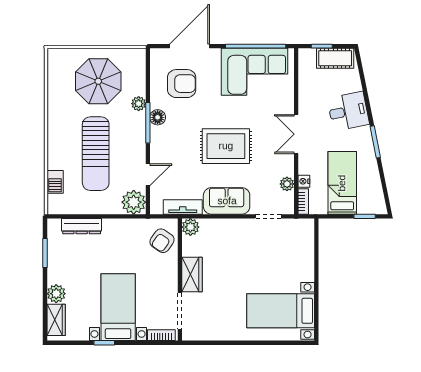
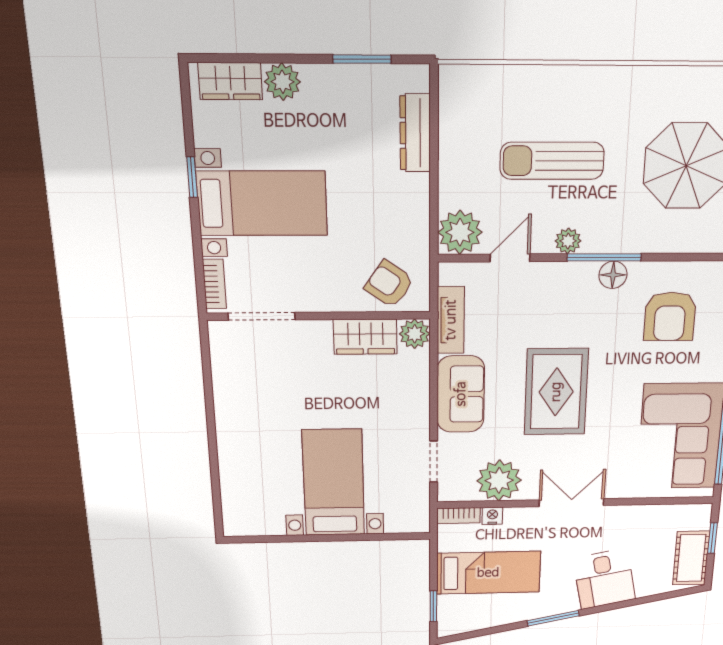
plant: (139, 104) -> (568, 241), moved
sun lounger: (96, 154) -> (552, 161), width x0.73, depth x0.75
door: (148, 175) -> (510, 258), swing flipped
barbecue: (55, 182) -> (501, 81), removed
plant: (287, 184) -> (499, 480), width x1.88, depth x1.88
wardrobe: (192, 275) -> (365, 337), moved
bed with nightstands: (281, 311) -> (334, 483), moved

